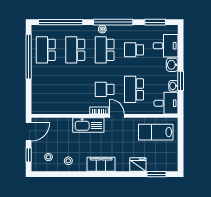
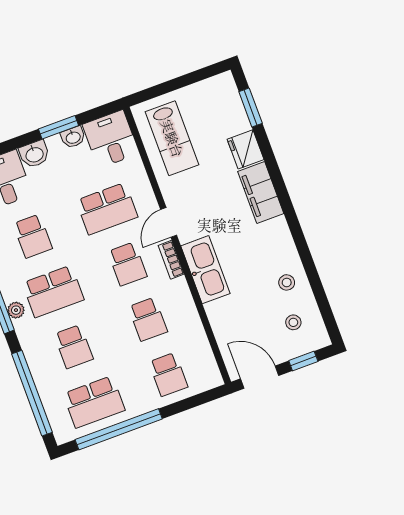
school desk: (75, 50) -> (74, 347), width x0.54
school desk: (46, 89) -> (168, 374), added
school desk: (75, 89) -> (148, 319), added
filing cabinet: (101, 164) -> (261, 192), moved

